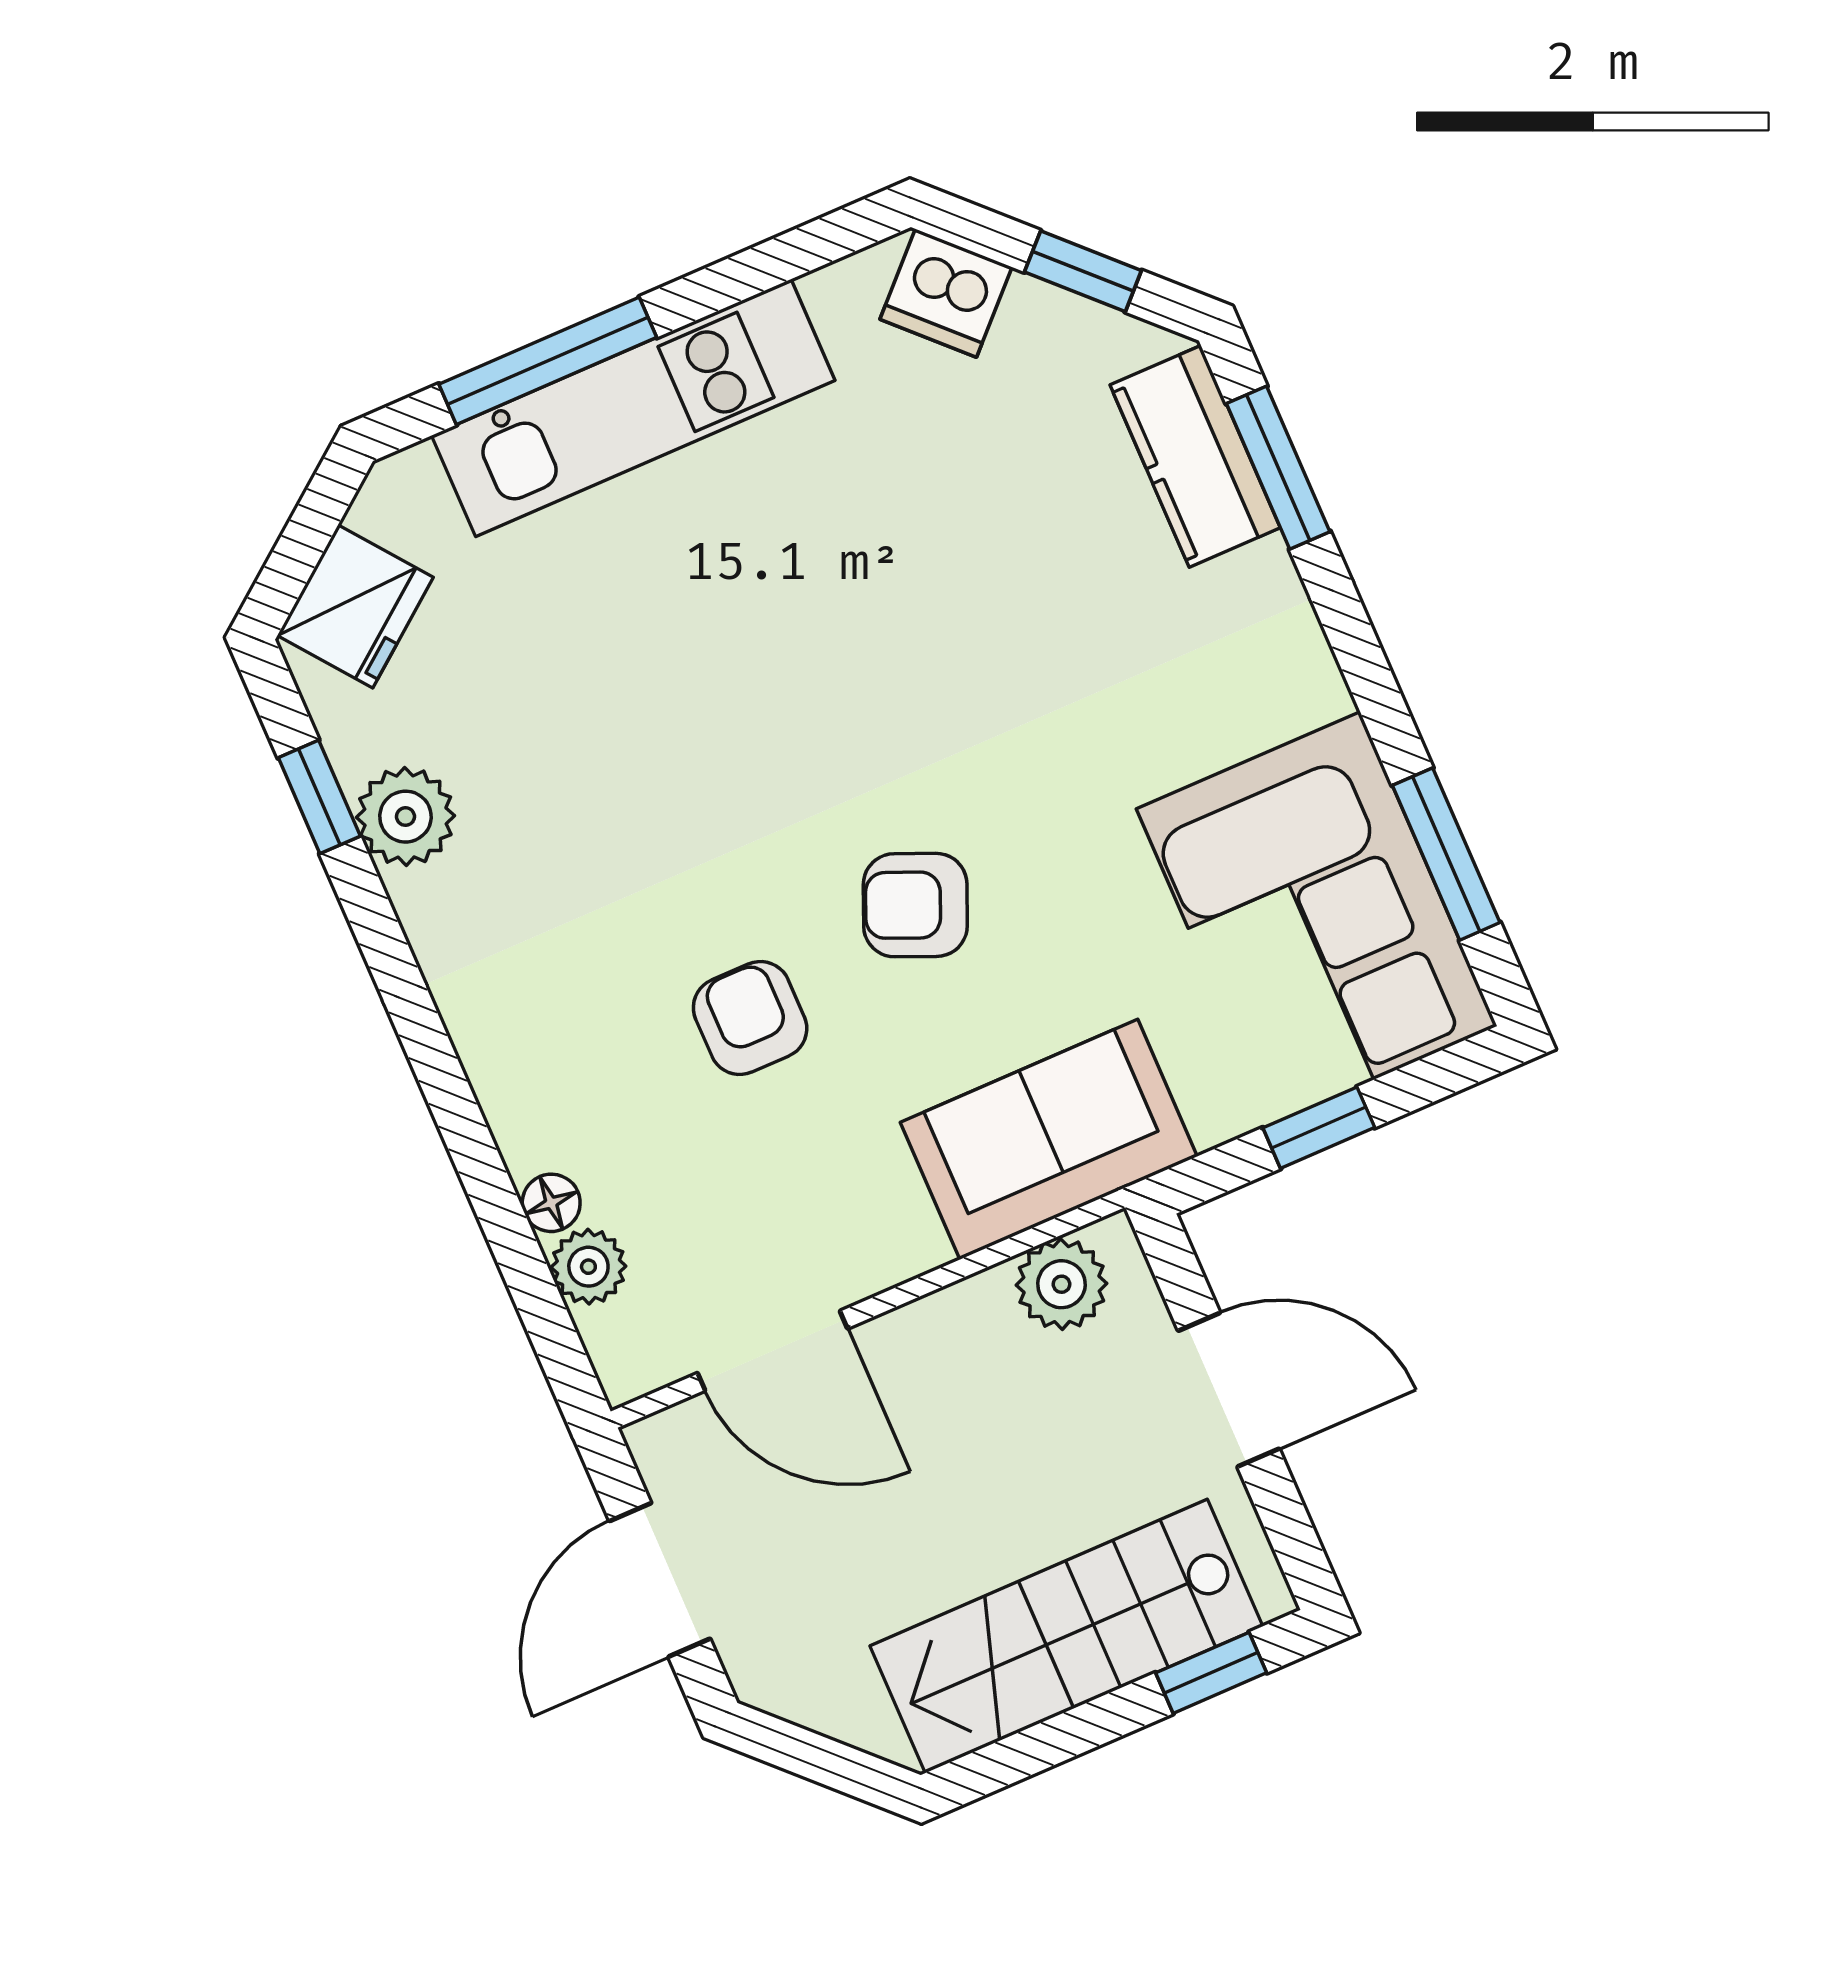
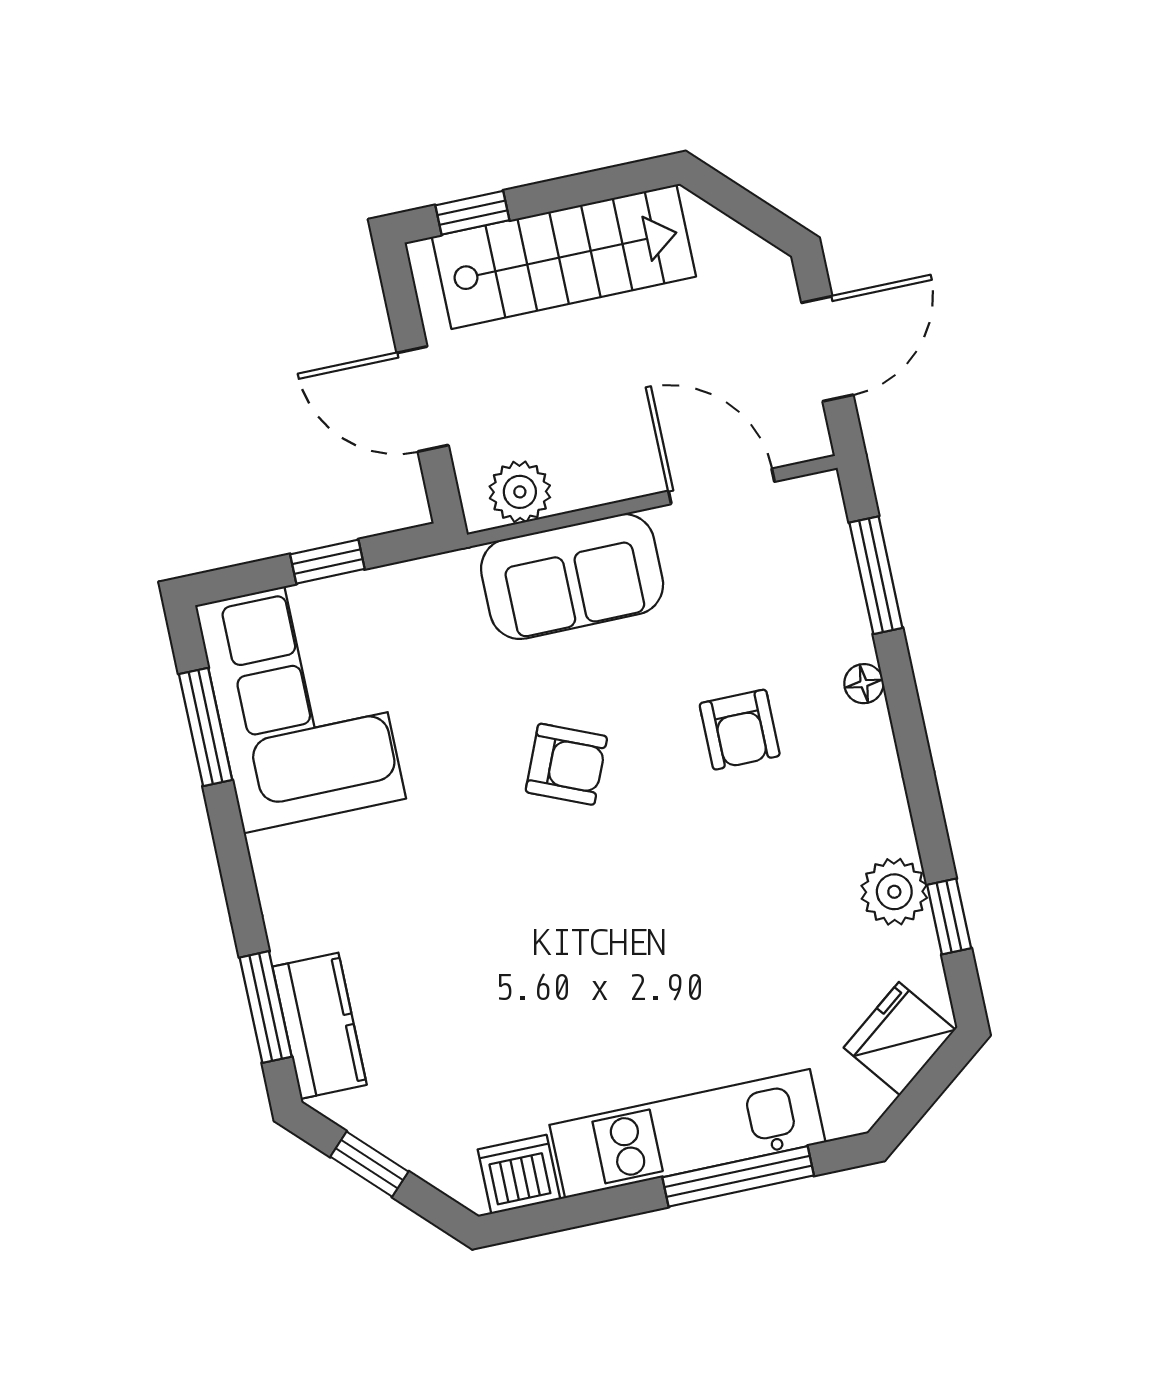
dishwasher: (946, 293) -> (519, 1174), moved, turned -45
armchair: (750, 1018) -> (740, 730), moved
sofa: (1049, 1139) -> (572, 577), moved
floor lamp: (551, 1203) -> (864, 684), moved
plant: (588, 1267) -> (833, 567), removed
window: (524, 1268) -> (876, 575), added

